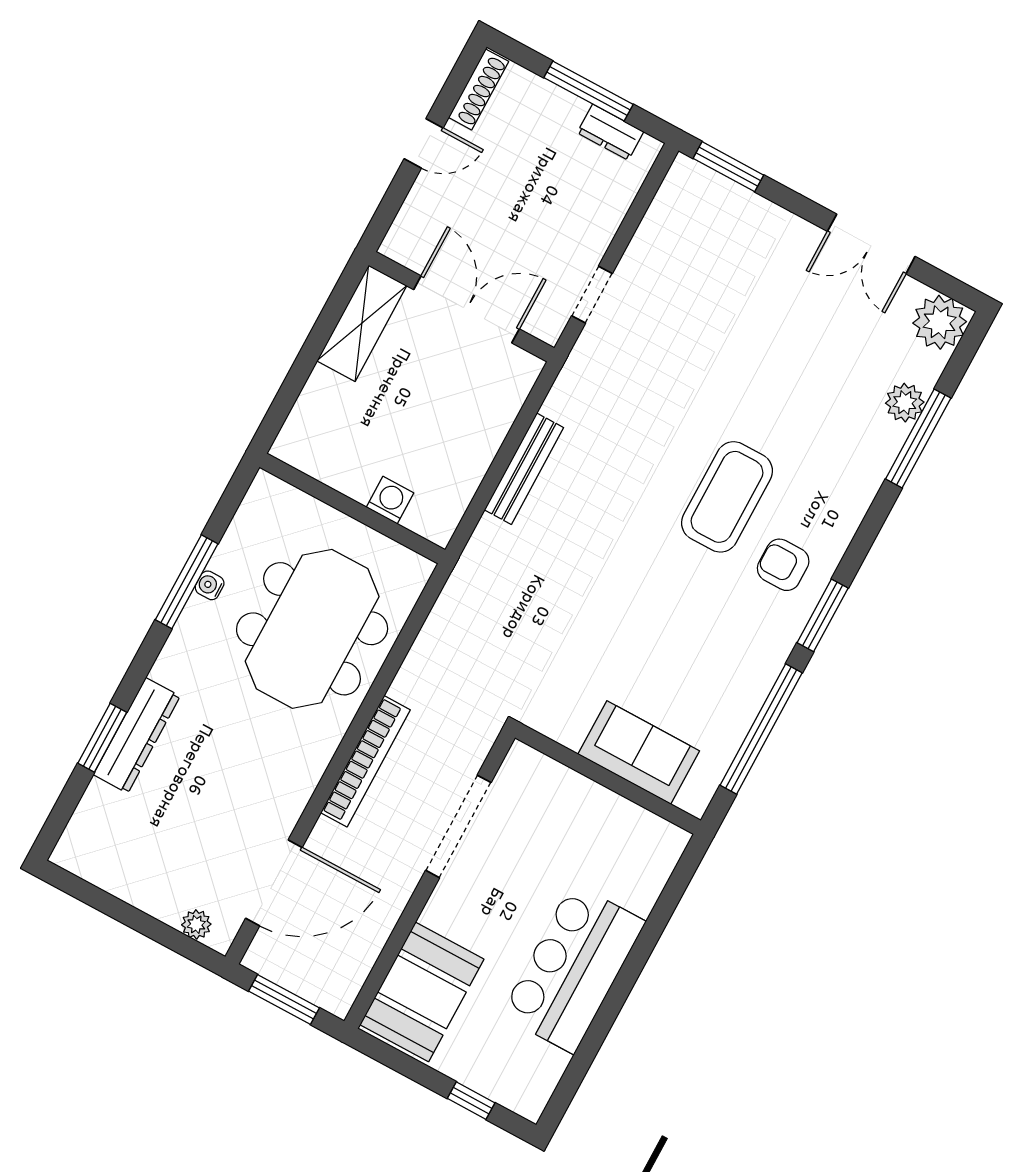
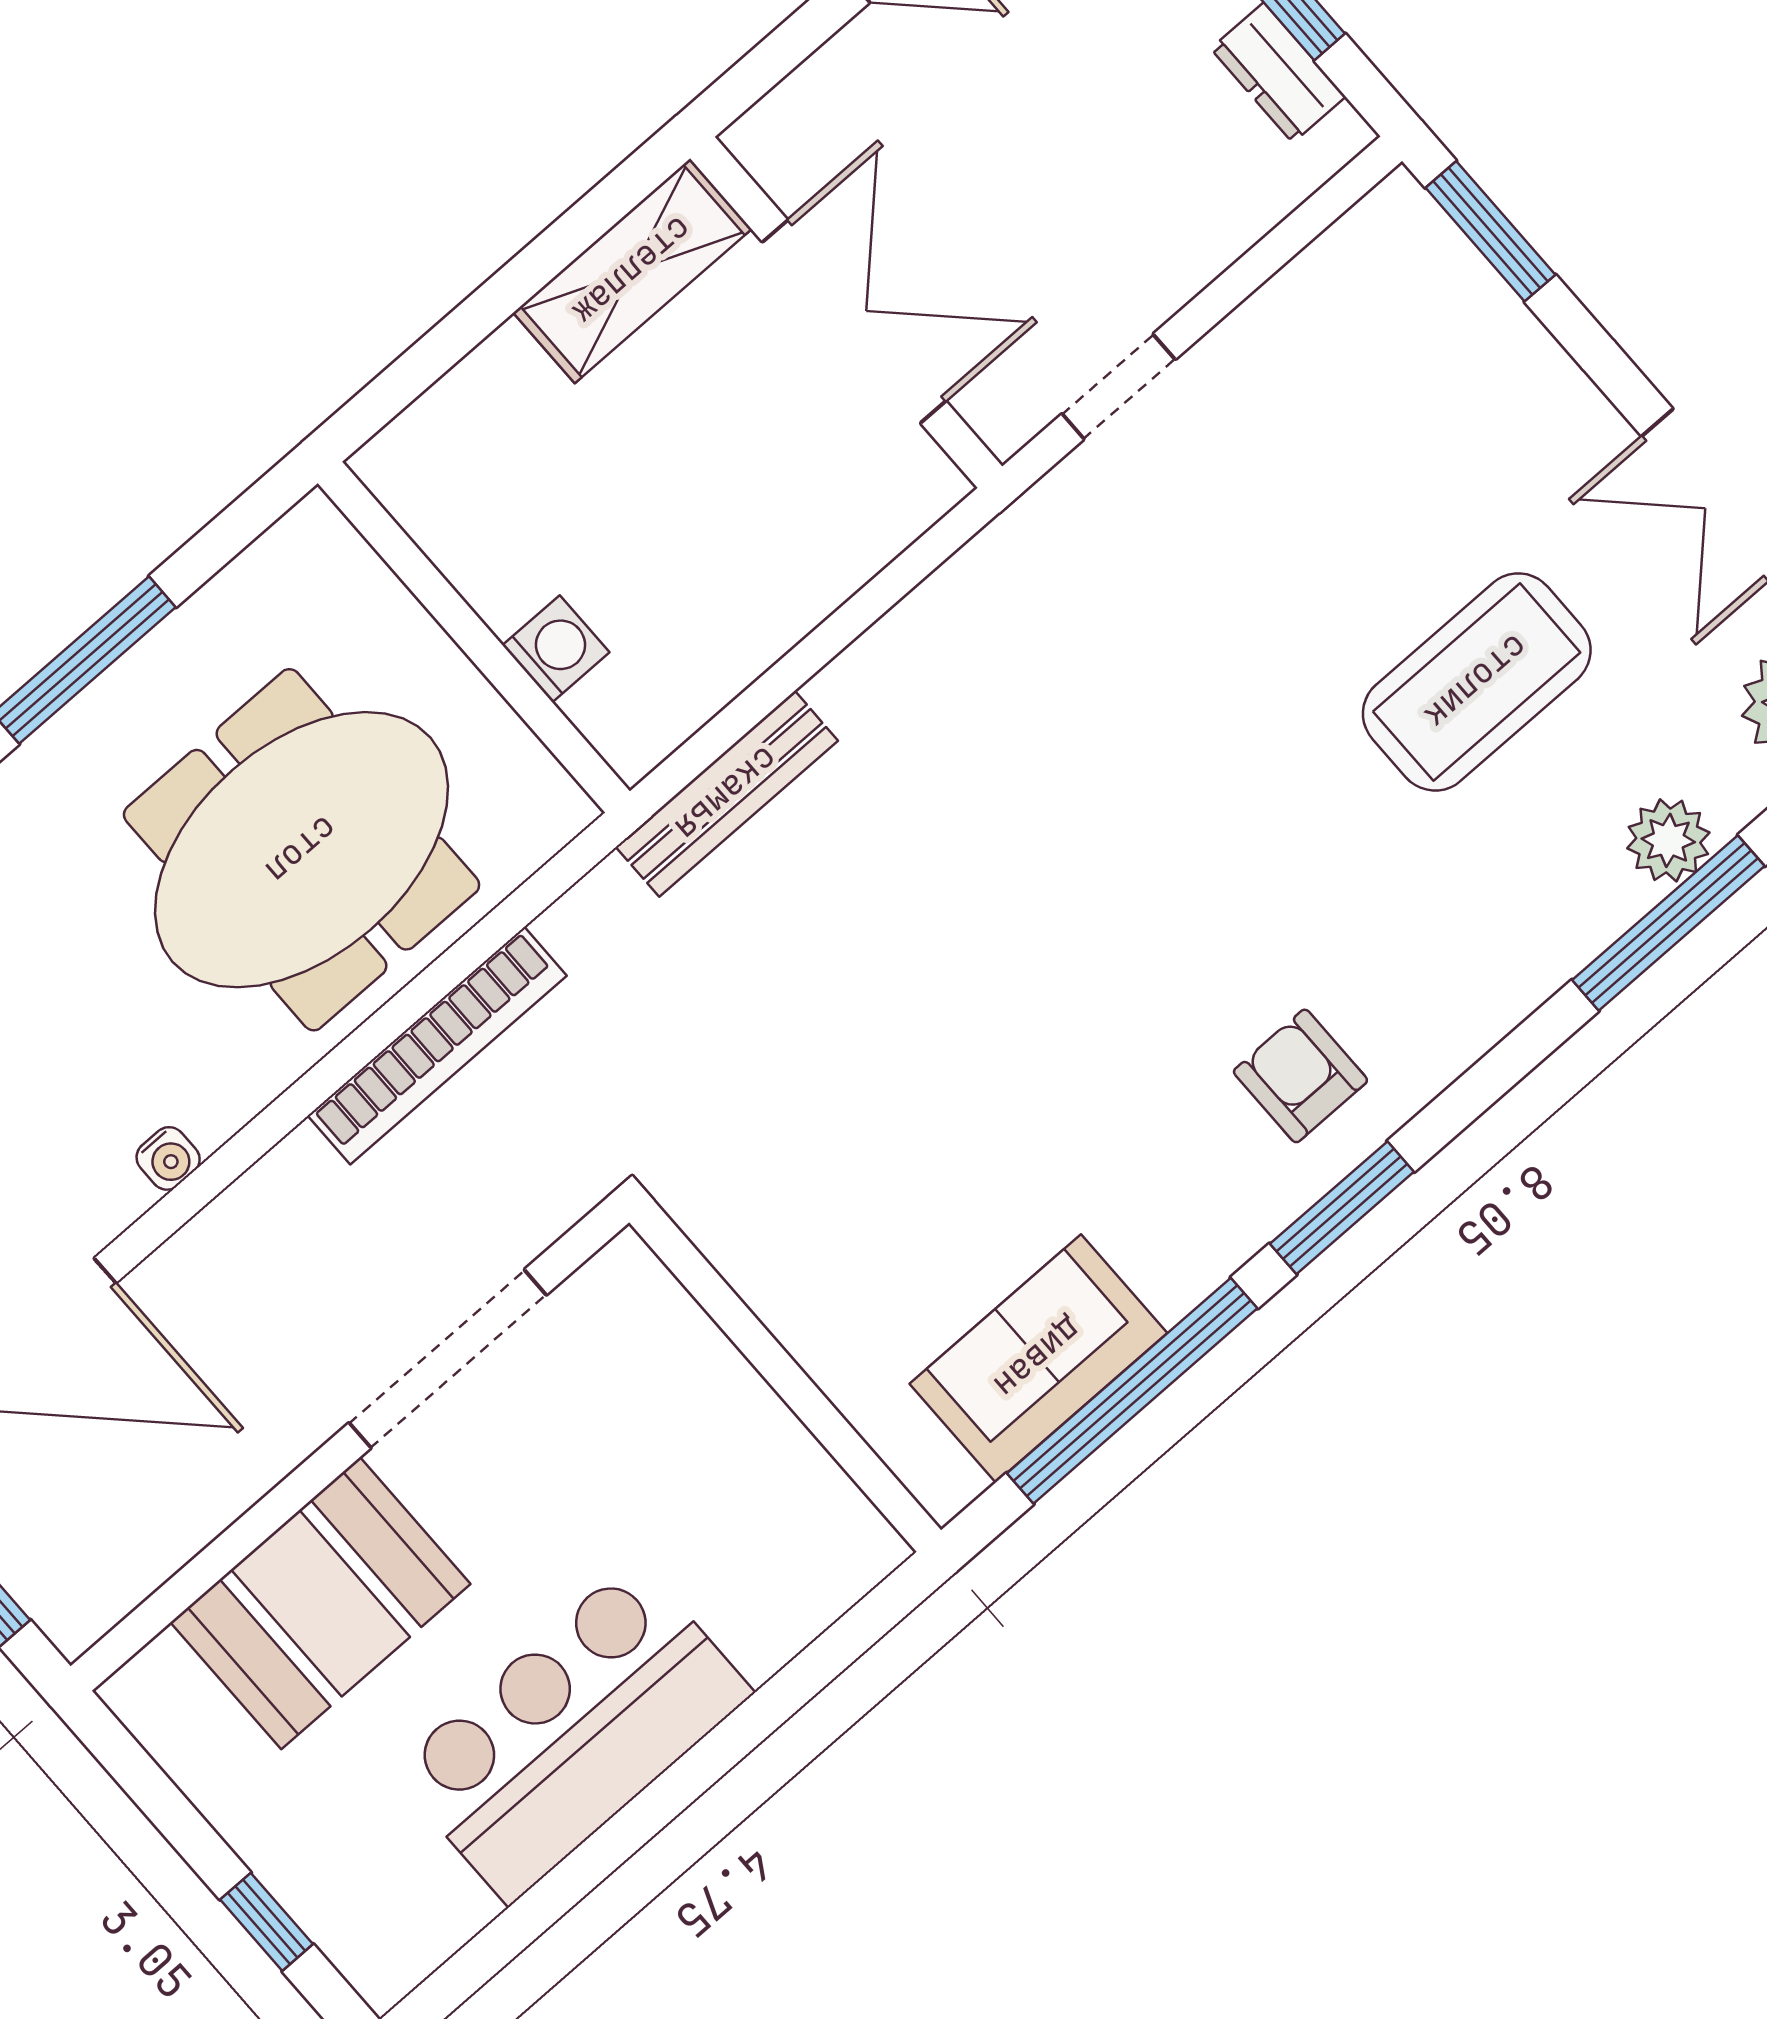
bench: (524, 469) -> (727, 794), moved
coffee table: (727, 497) -> (1477, 682), moved
water cooler: (210, 585) -> (168, 1158), moved, turned 180
sofa: (639, 753) -> (1038, 1358), moved, turned -90
bookcase: (365, 761) -> (437, 1046), moved
booth: (422, 992) -> (321, 1603), moved

